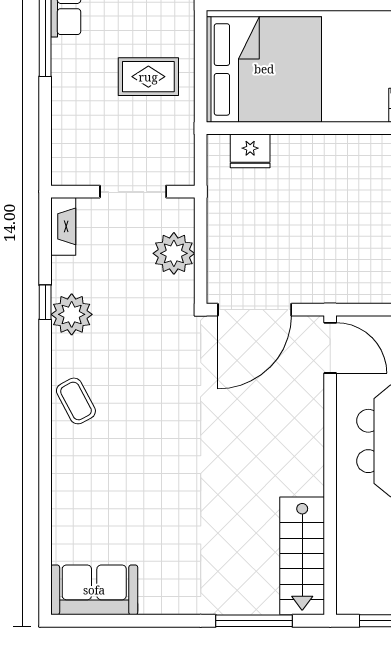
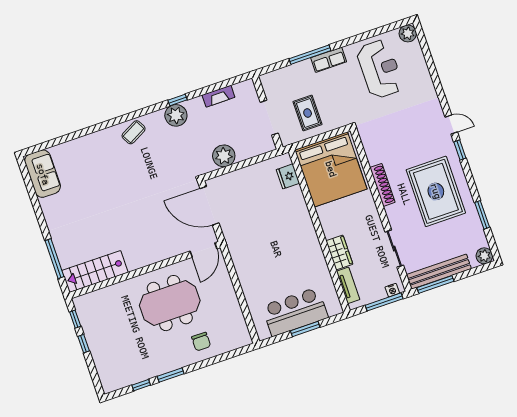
wall: (123, 192) -> (267, 113), moved
doorway: (133, 192) -> (269, 118), moved

